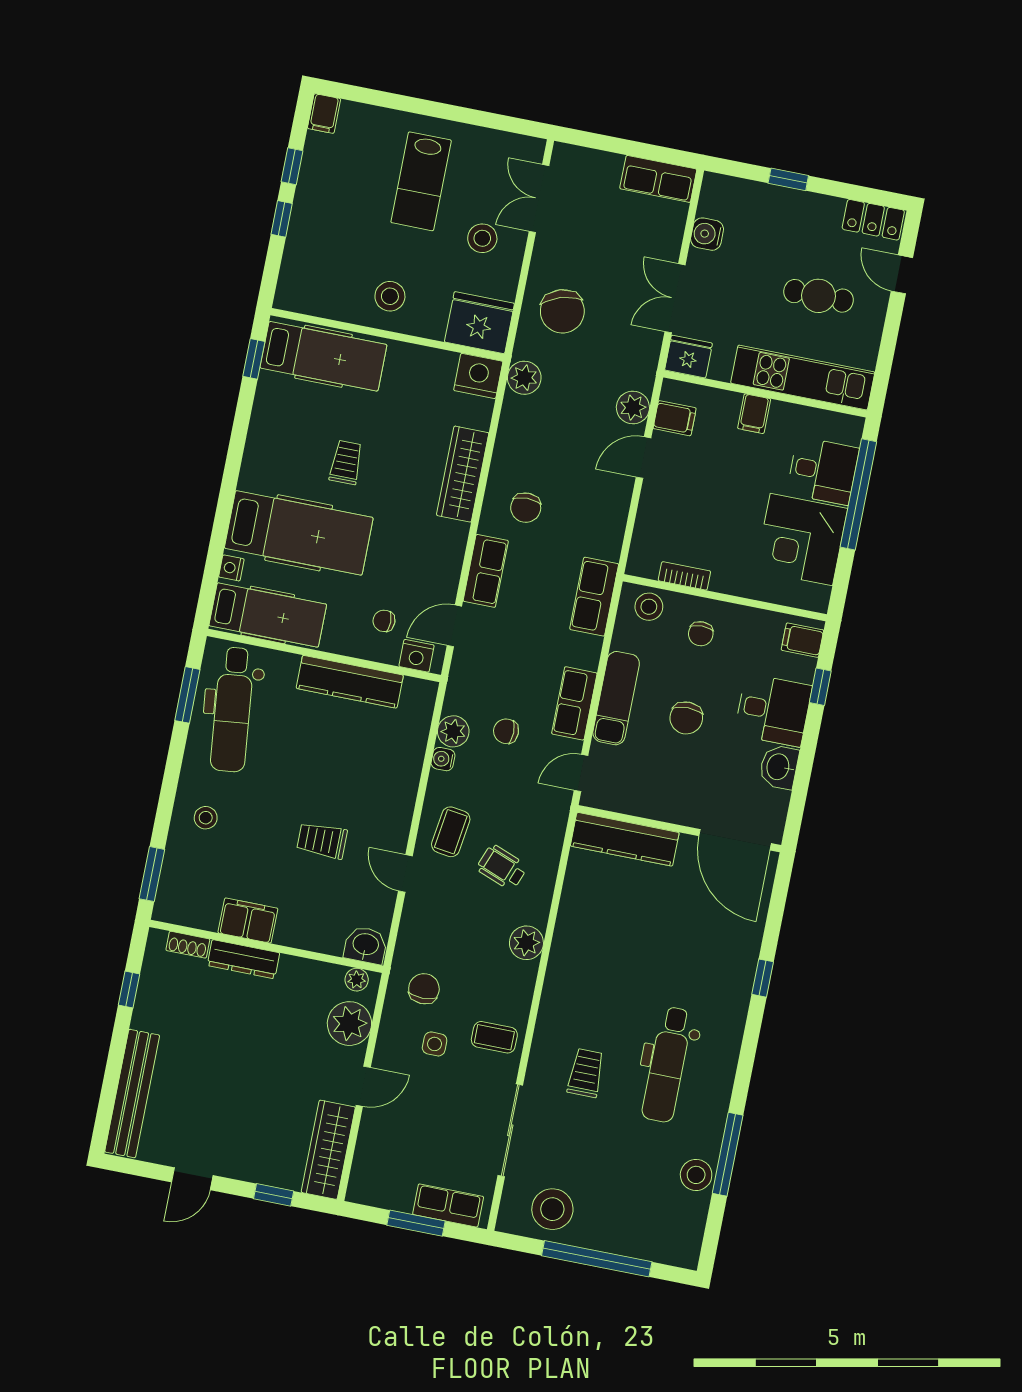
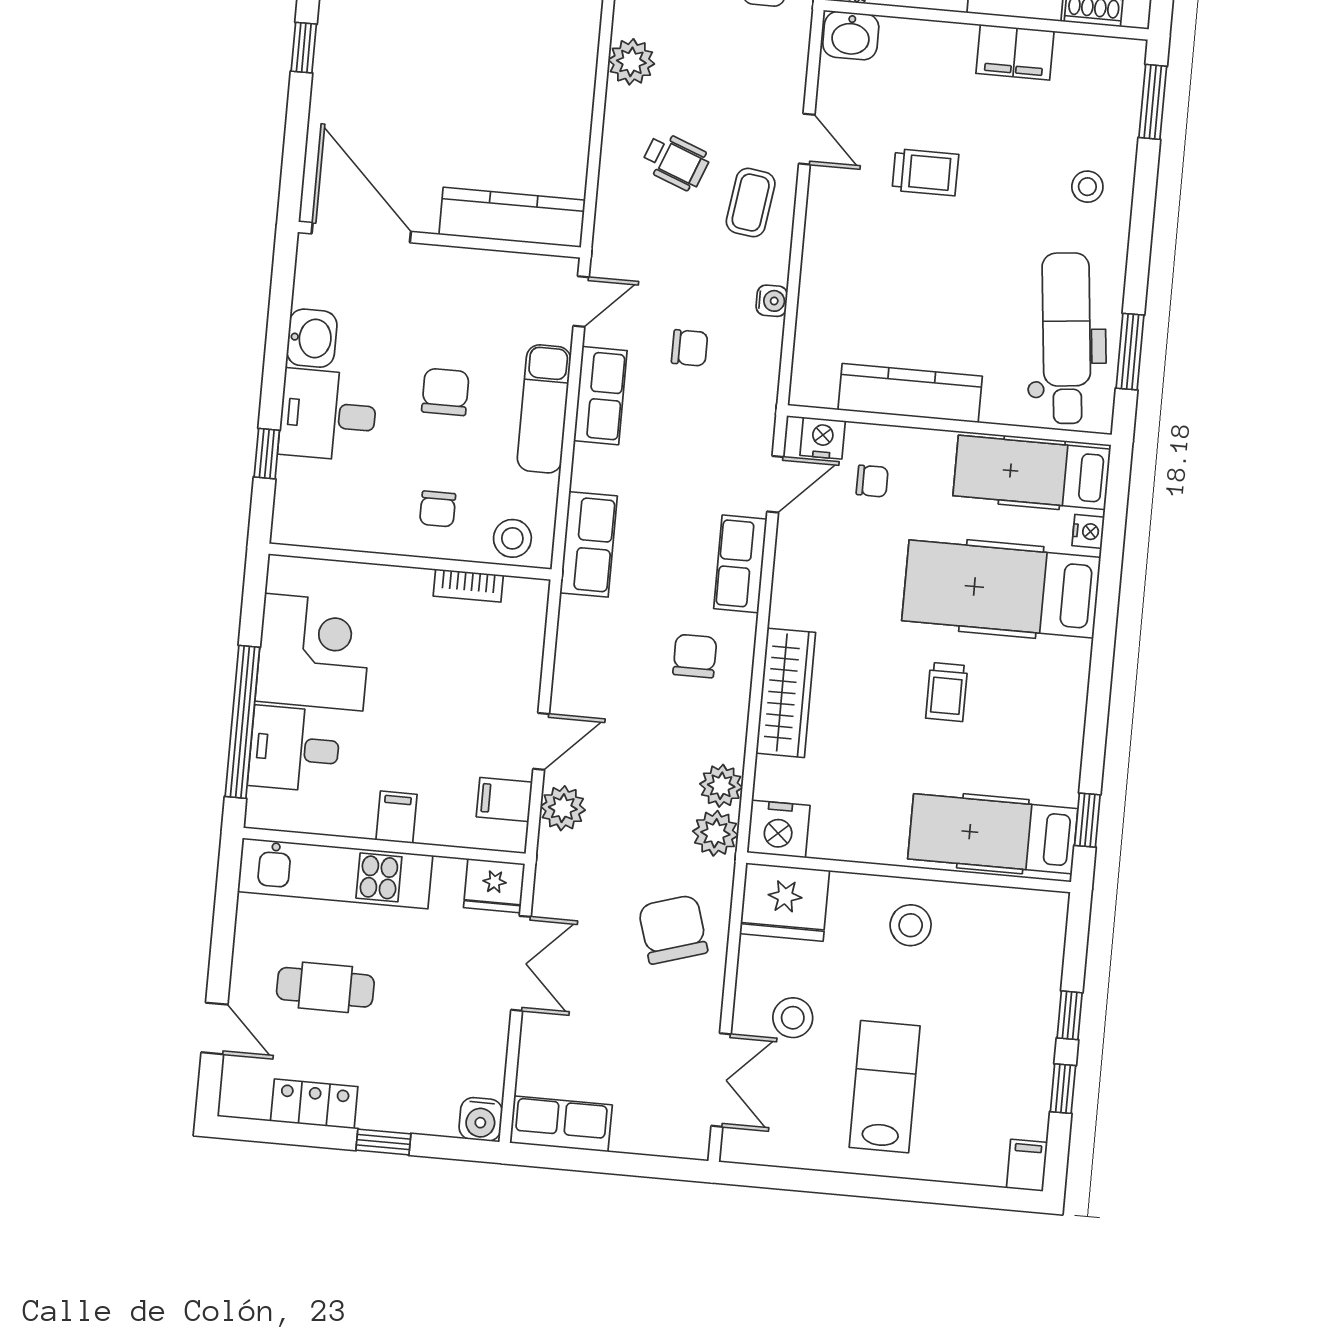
locker: (873, 220) -> (314, 1104), moved
water cooler: (707, 234) -> (481, 1119), moved, turned 90
chair: (701, 634) -> (438, 509), turned 180
filing cabinet: (802, 640) -> (298, 515), removed
plant: (453, 731) -> (721, 786), moved

